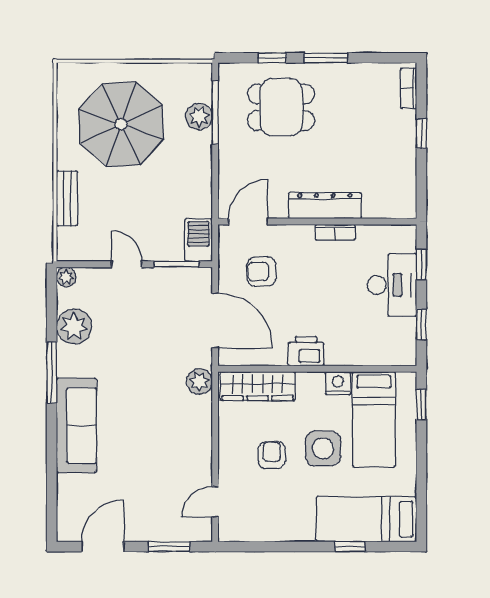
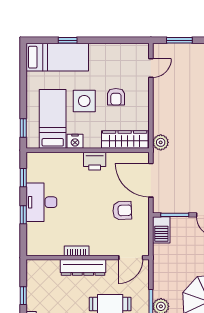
dresser: (325, 206) -> (83, 267), moved
door: (248, 221) -> (131, 258), moved
wall: (317, 221) -> (88, 258), moved
bookcase: (335, 232) -> (77, 251), moved

